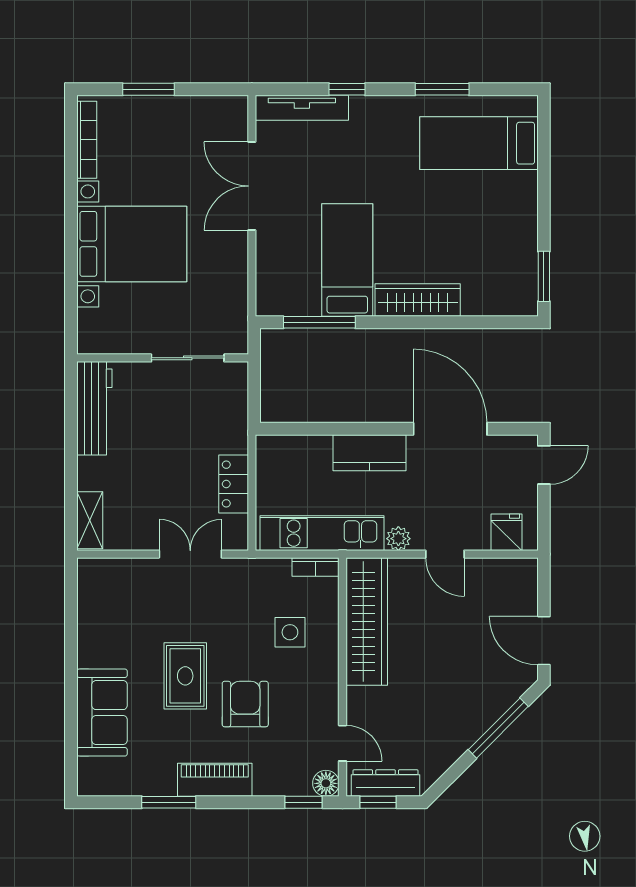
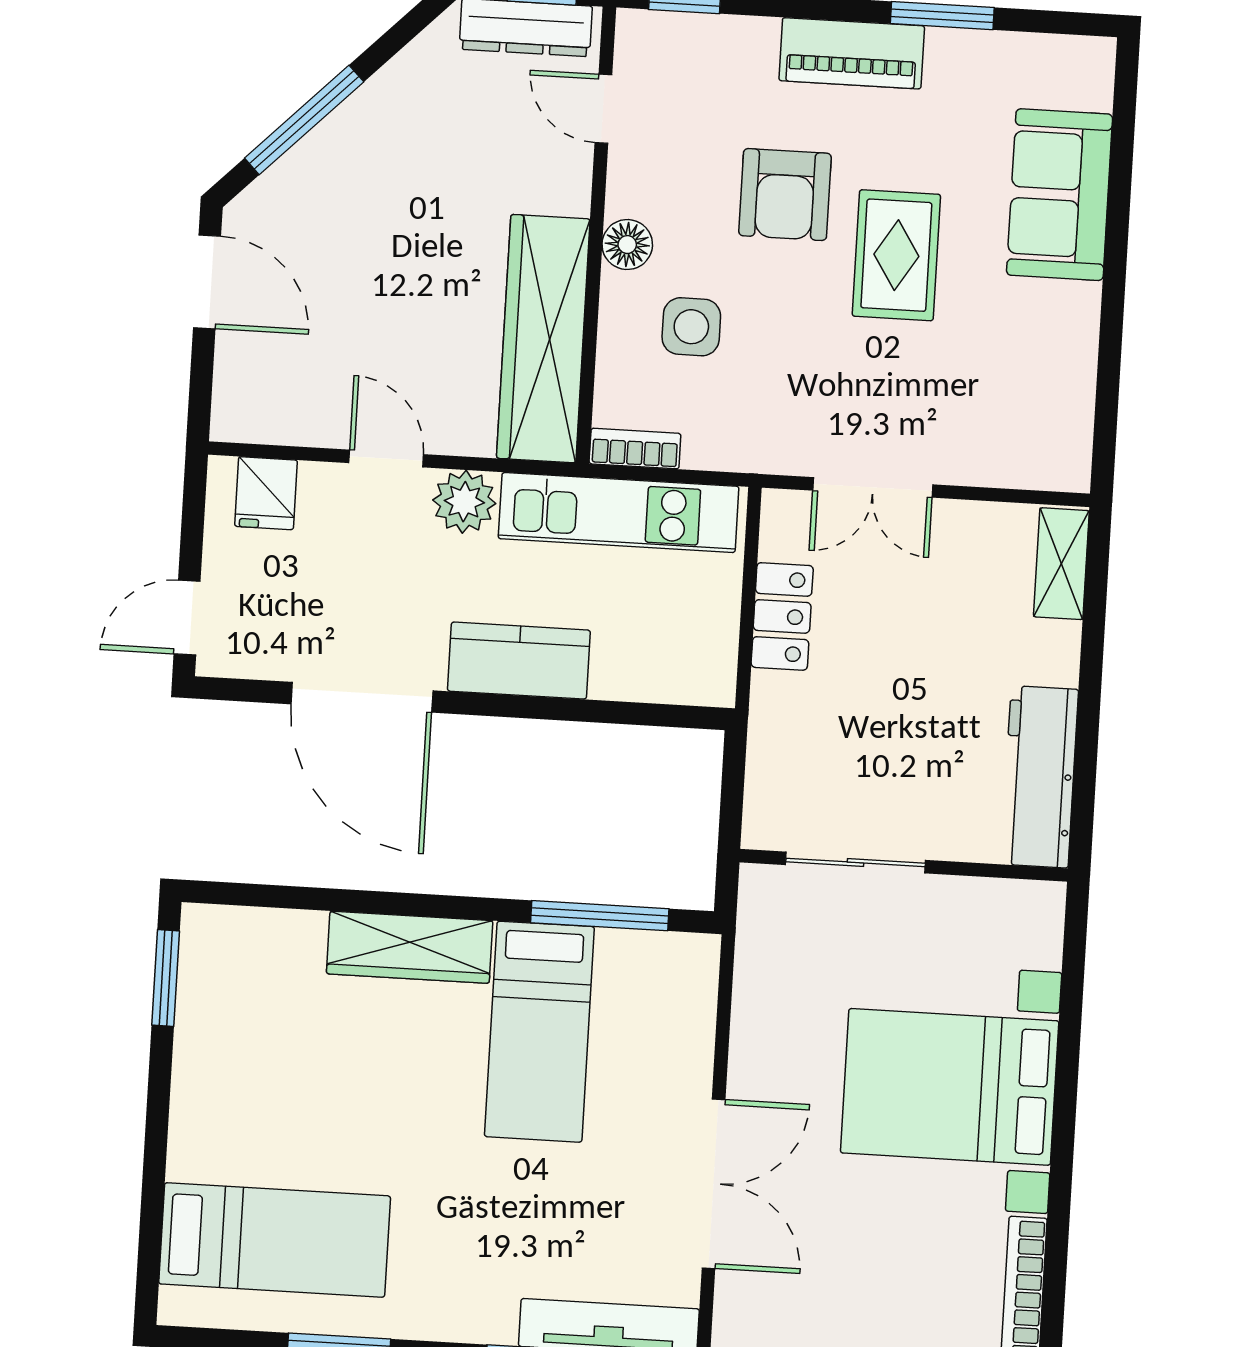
plant: (398, 539) -> (464, 502), width x1.38, depth x1.38
floor lamp: (326, 783) -> (627, 245), moved

